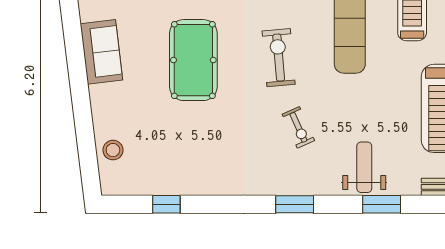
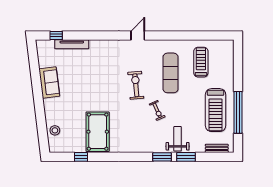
pool table: (193, 60) -> (98, 132), moved
exercise bike: (298, 127) -> (157, 110), moved
window: (295, 204) -> (162, 157), moved

